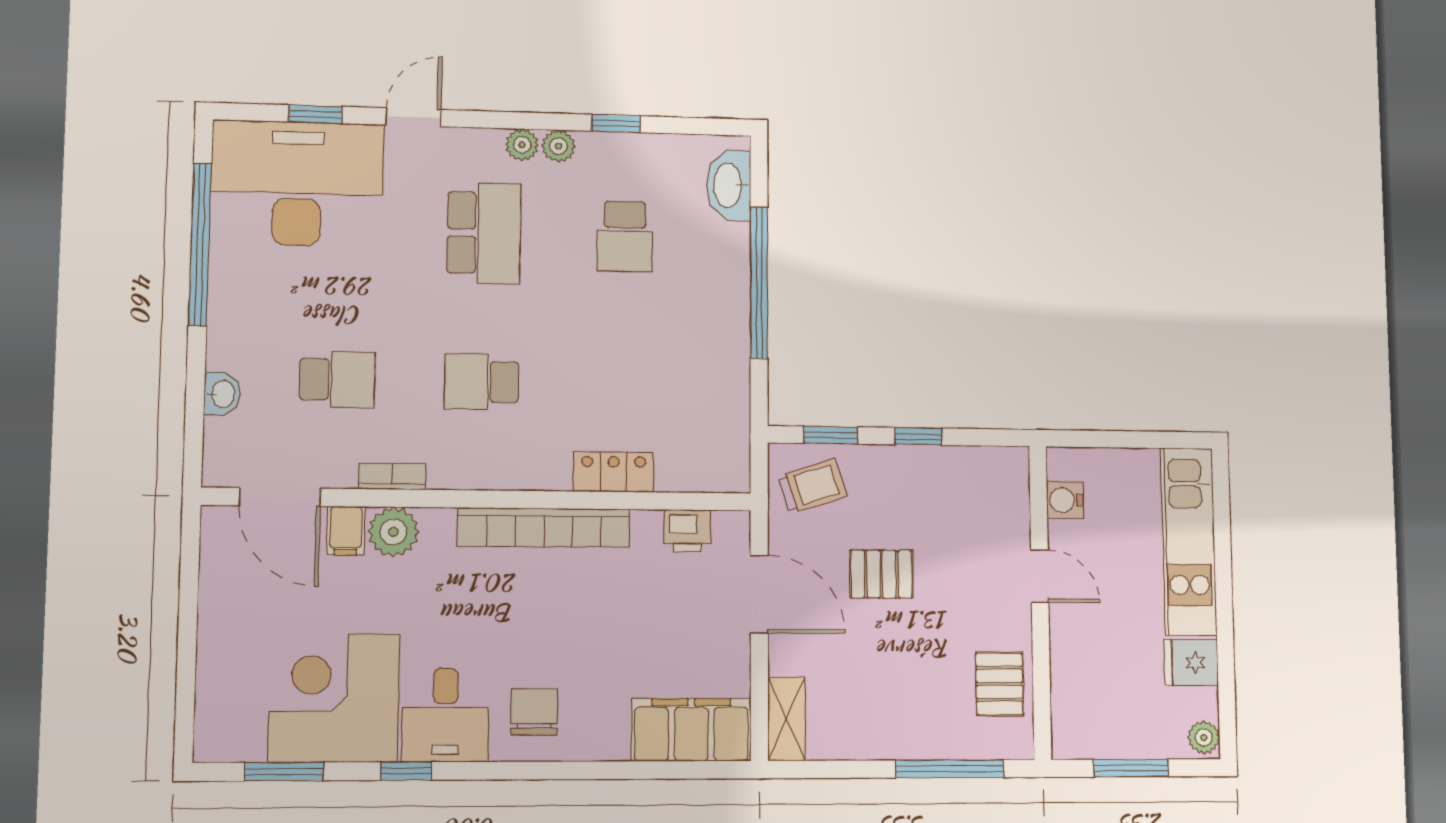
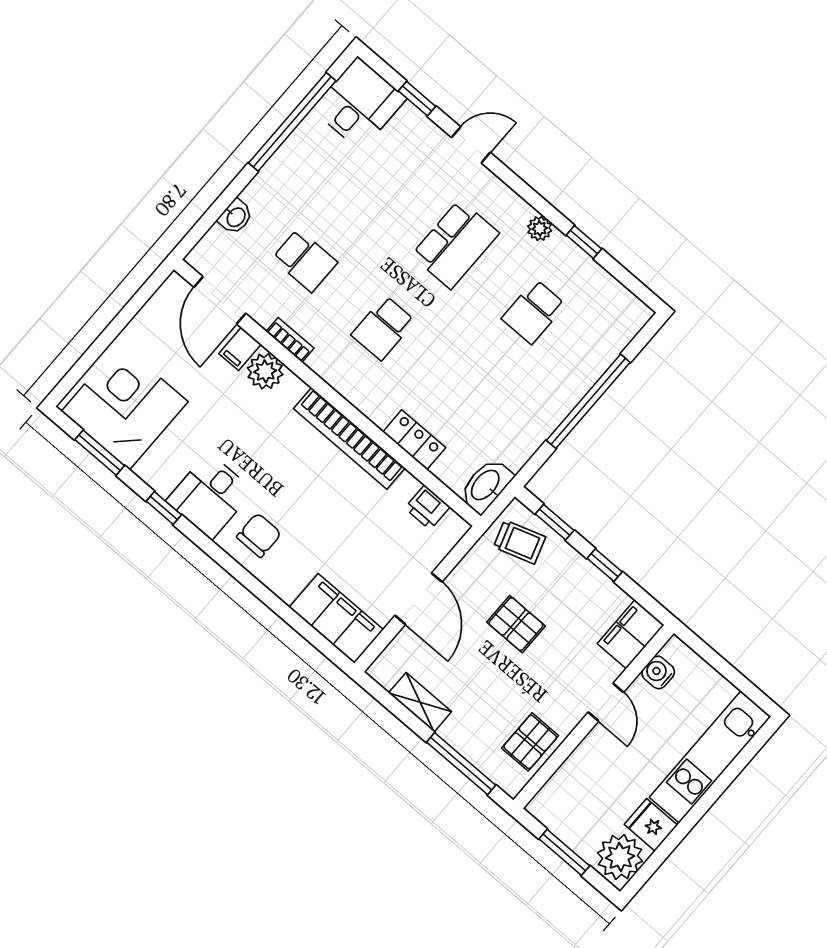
plant: (522, 145) -> (519, 211), removed
desk: (297, 184) -> (359, 104), width x0.53, depth x0.77
washbasin: (729, 185) -> (486, 486), moved
school desk: (482, 382) -> (383, 328), turned -90
filing cabinet: (1005, 485) -> (631, 634), added
door: (759, 594) -> (419, 599), moved
corner desk: (334, 698) -> (125, 407), moved
shelving: (786, 719) -> (420, 702), moved, turned 90
plant: (1204, 737) -> (620, 857), width x1.88, depth x1.88

